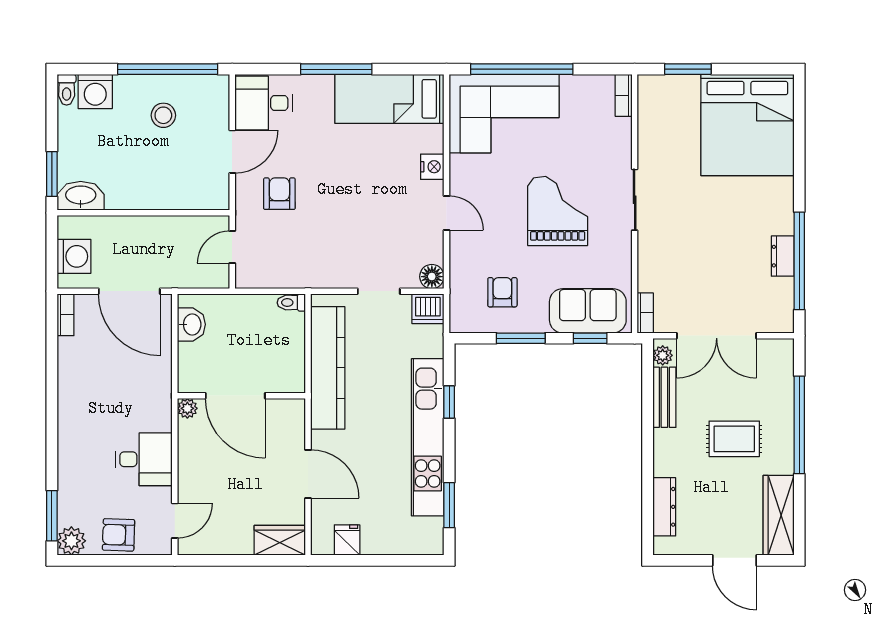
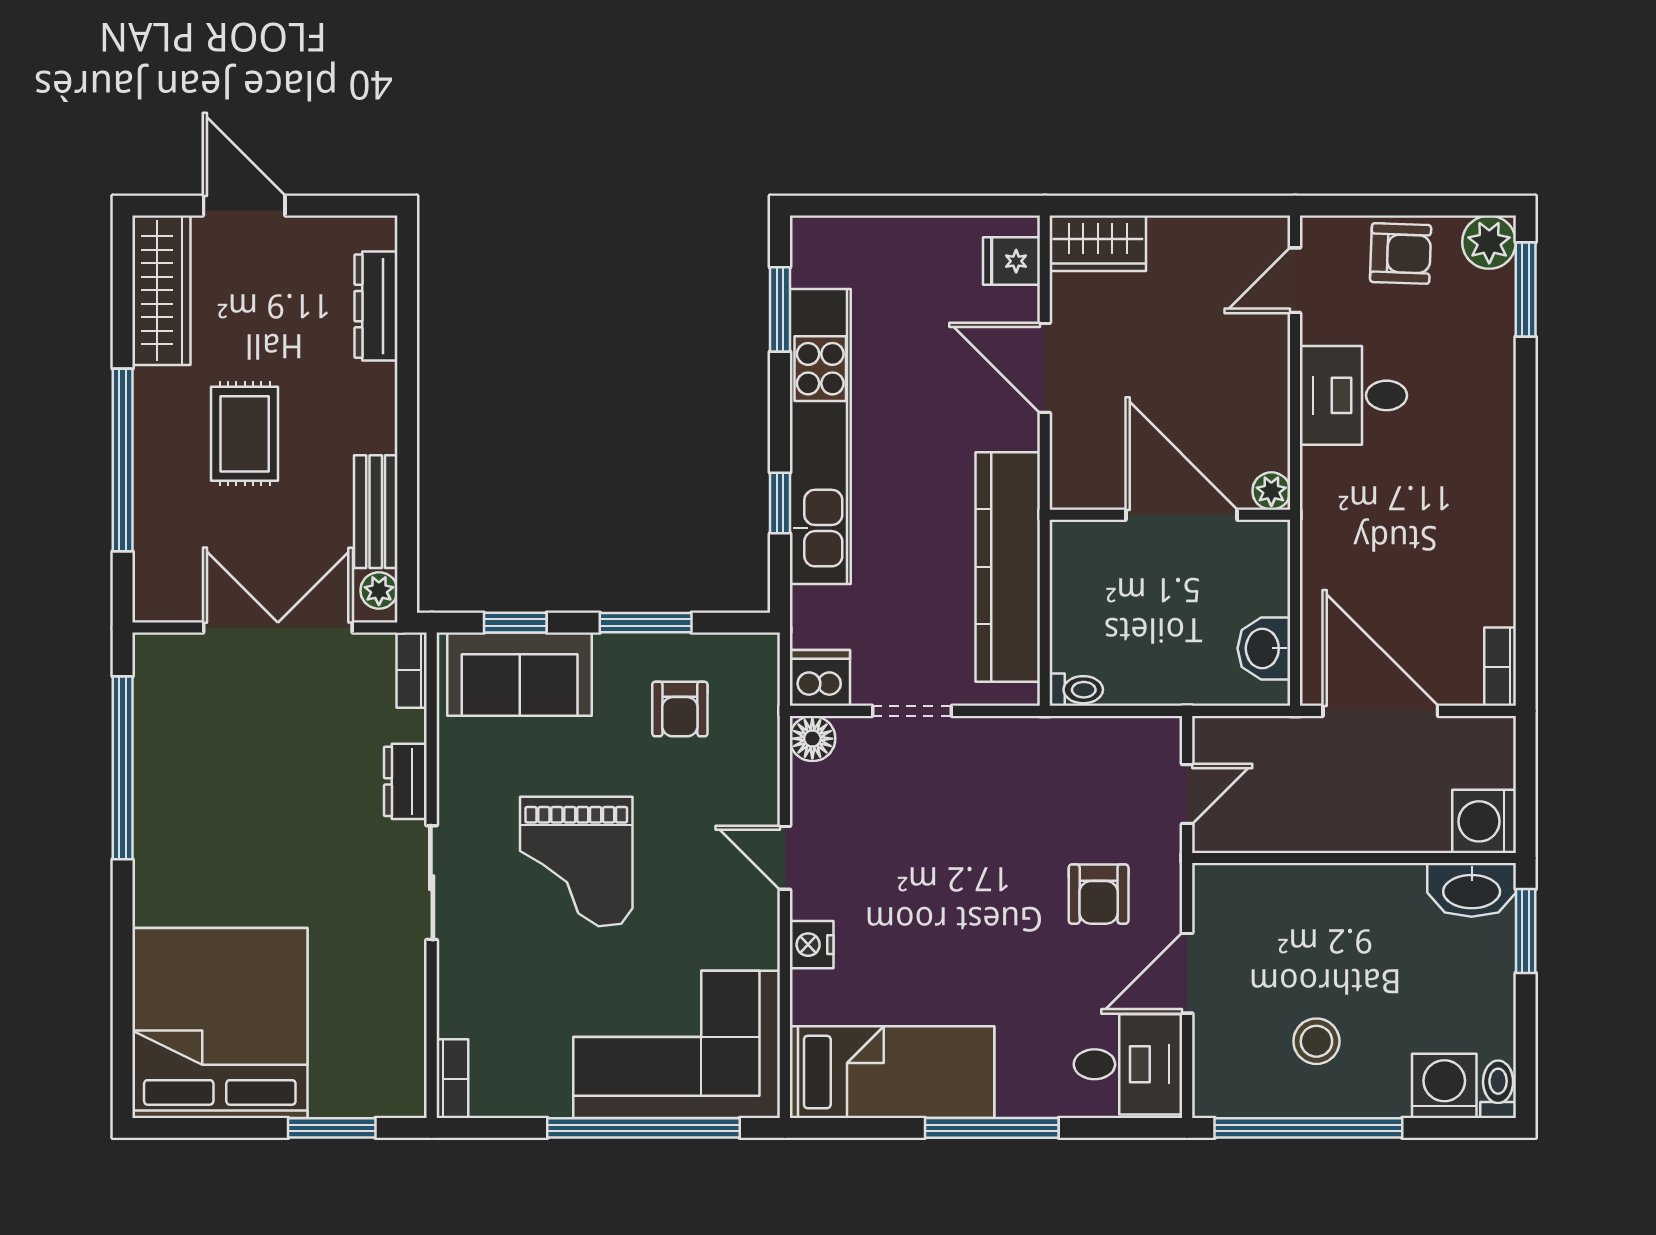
washing machine: (74, 256) -> (1484, 821), moved
dresser: (783, 256) -> (405, 781), moved, turned 180
rug: (734, 439) -> (245, 434), turned 90
fridge: (347, 540) -> (1012, 261), moved, turned 90

